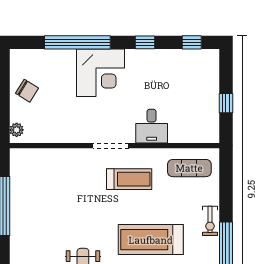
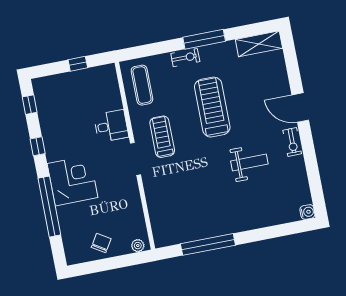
treadmill: (151, 240) -> (212, 107), turned 180

